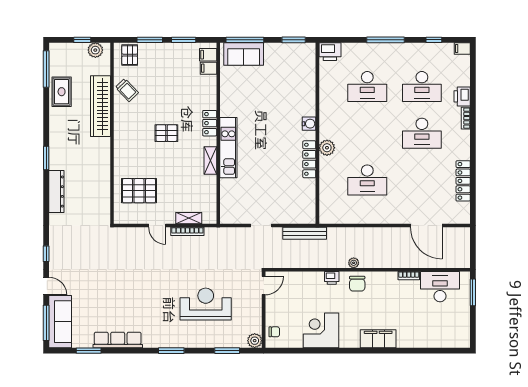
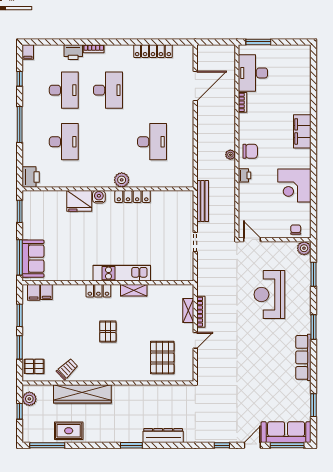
fridge: (305, 103) -> (79, 201), added
row of seats: (118, 340) -> (303, 357), moved

